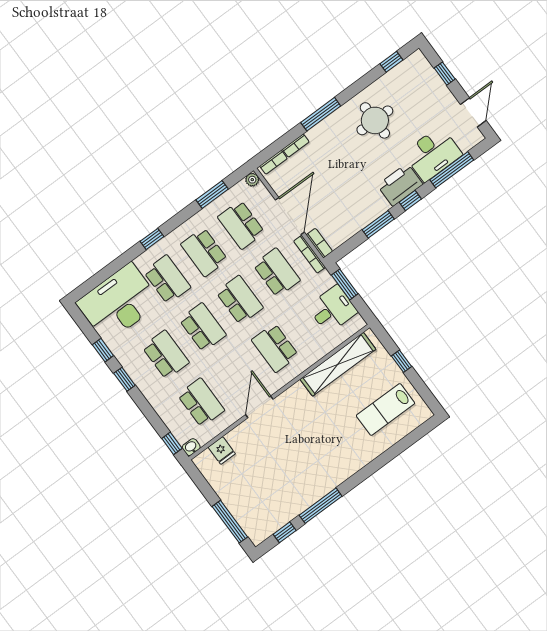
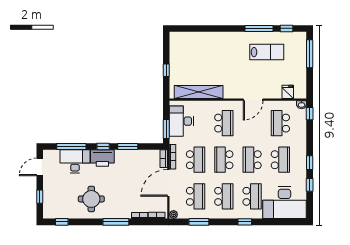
school desk: (277, 273) -> (196, 160), turned 180
school desk: (167, 279) -> (252, 196), turned 180
desk: (333, 309) -> (181, 121), width x1.37
school desk: (166, 355) -> (280, 160), turned 180
lab bench: (385, 409) -> (267, 52), moved

